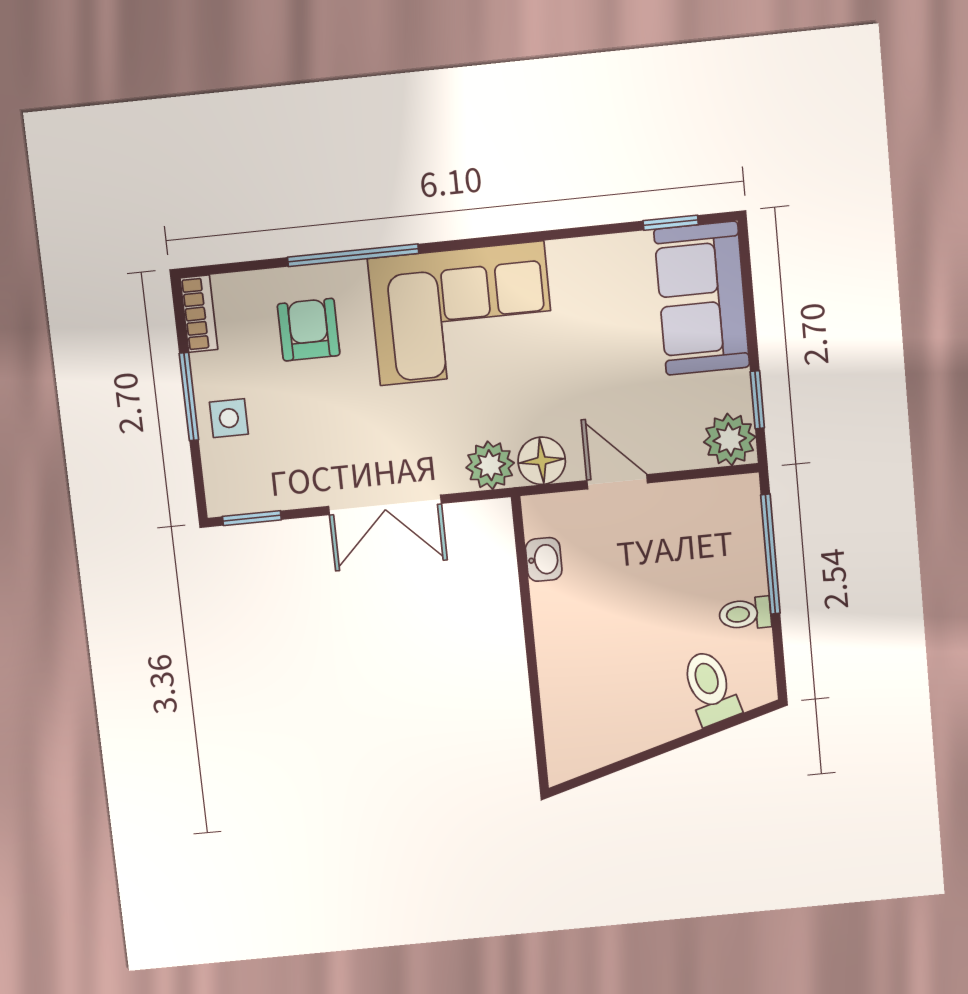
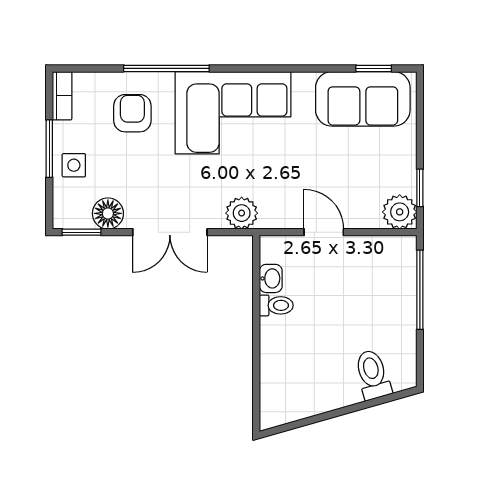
sofa: (702, 298) -> (363, 99), moved, turned -90
floor lamp: (542, 461) -> (108, 213), moved
toilet: (745, 614) -> (276, 305), moved, turned 180

